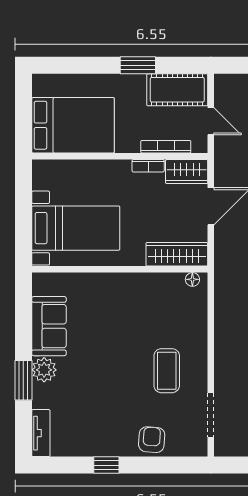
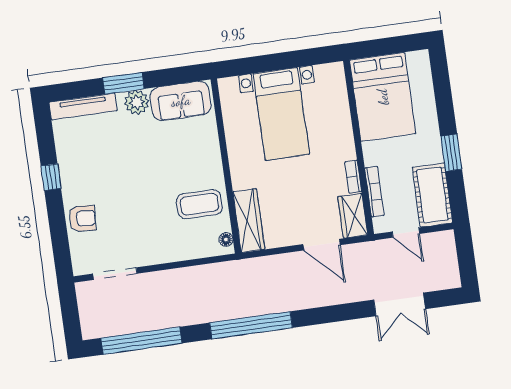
door: (211, 121) -> (406, 233), hinge flipped
wardrobe: (177, 254) -> (249, 220), moved
wall: (120, 269) -> (226, 166), moved
floor lamp: (192, 279) -> (226, 239), moved
coffee table: (167, 371) -> (199, 204), moved
tv unit: (41, 433) -> (83, 106), width x1.41

